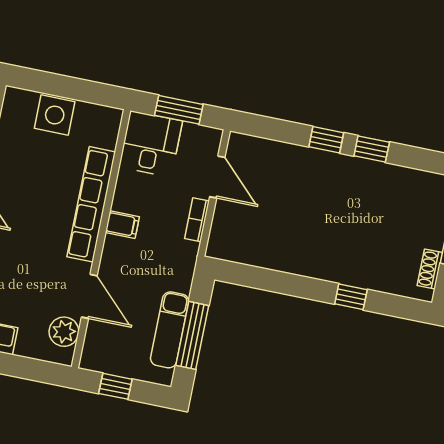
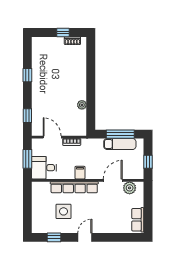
side table: (55, 115) -> (63, 211), moved
window: (326, 140) -> (27, 116), moved
door: (217, 177) -> (52, 137), hinge flipped
plant: (278, 261) -> (82, 105), added
window: (351, 297) -> (91, 71), removed

